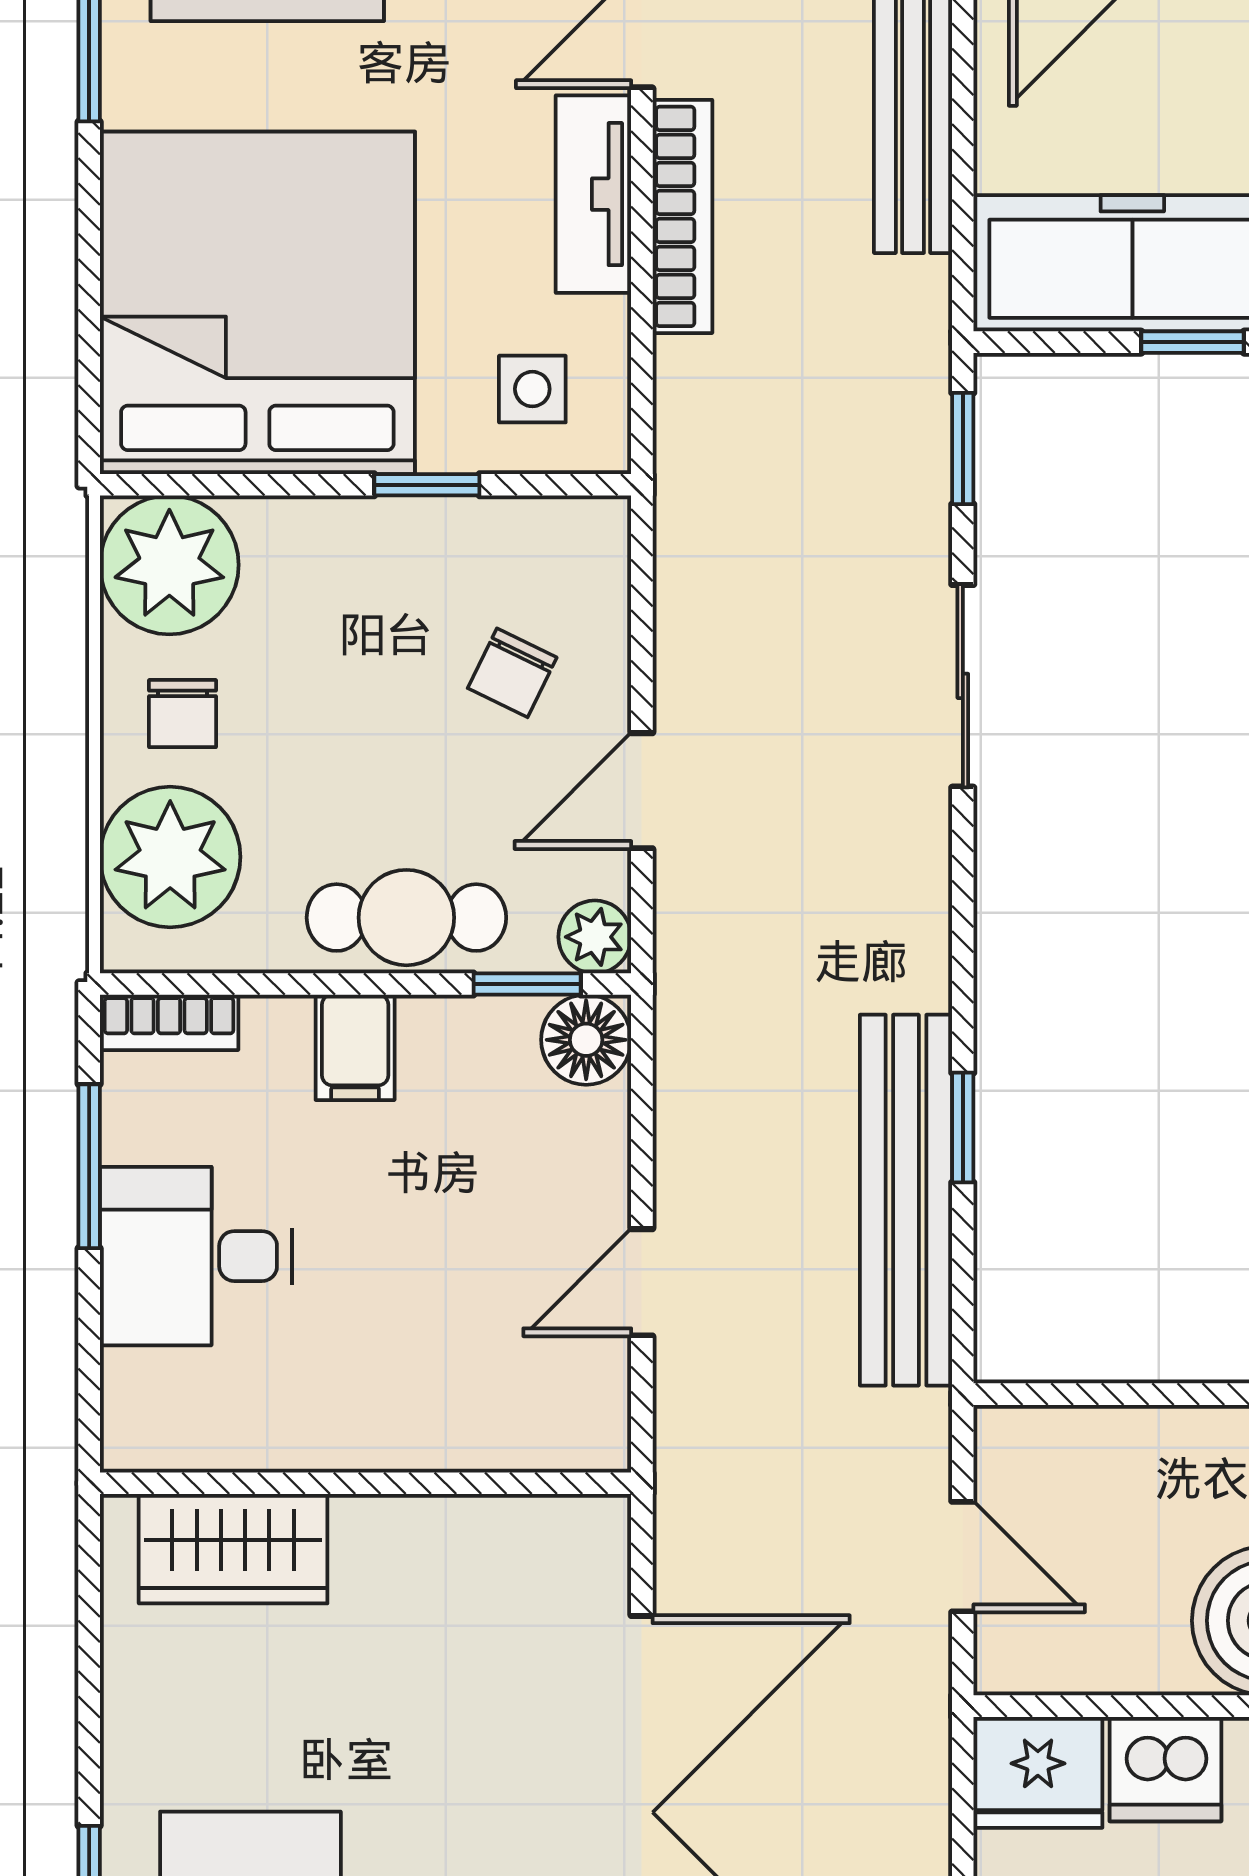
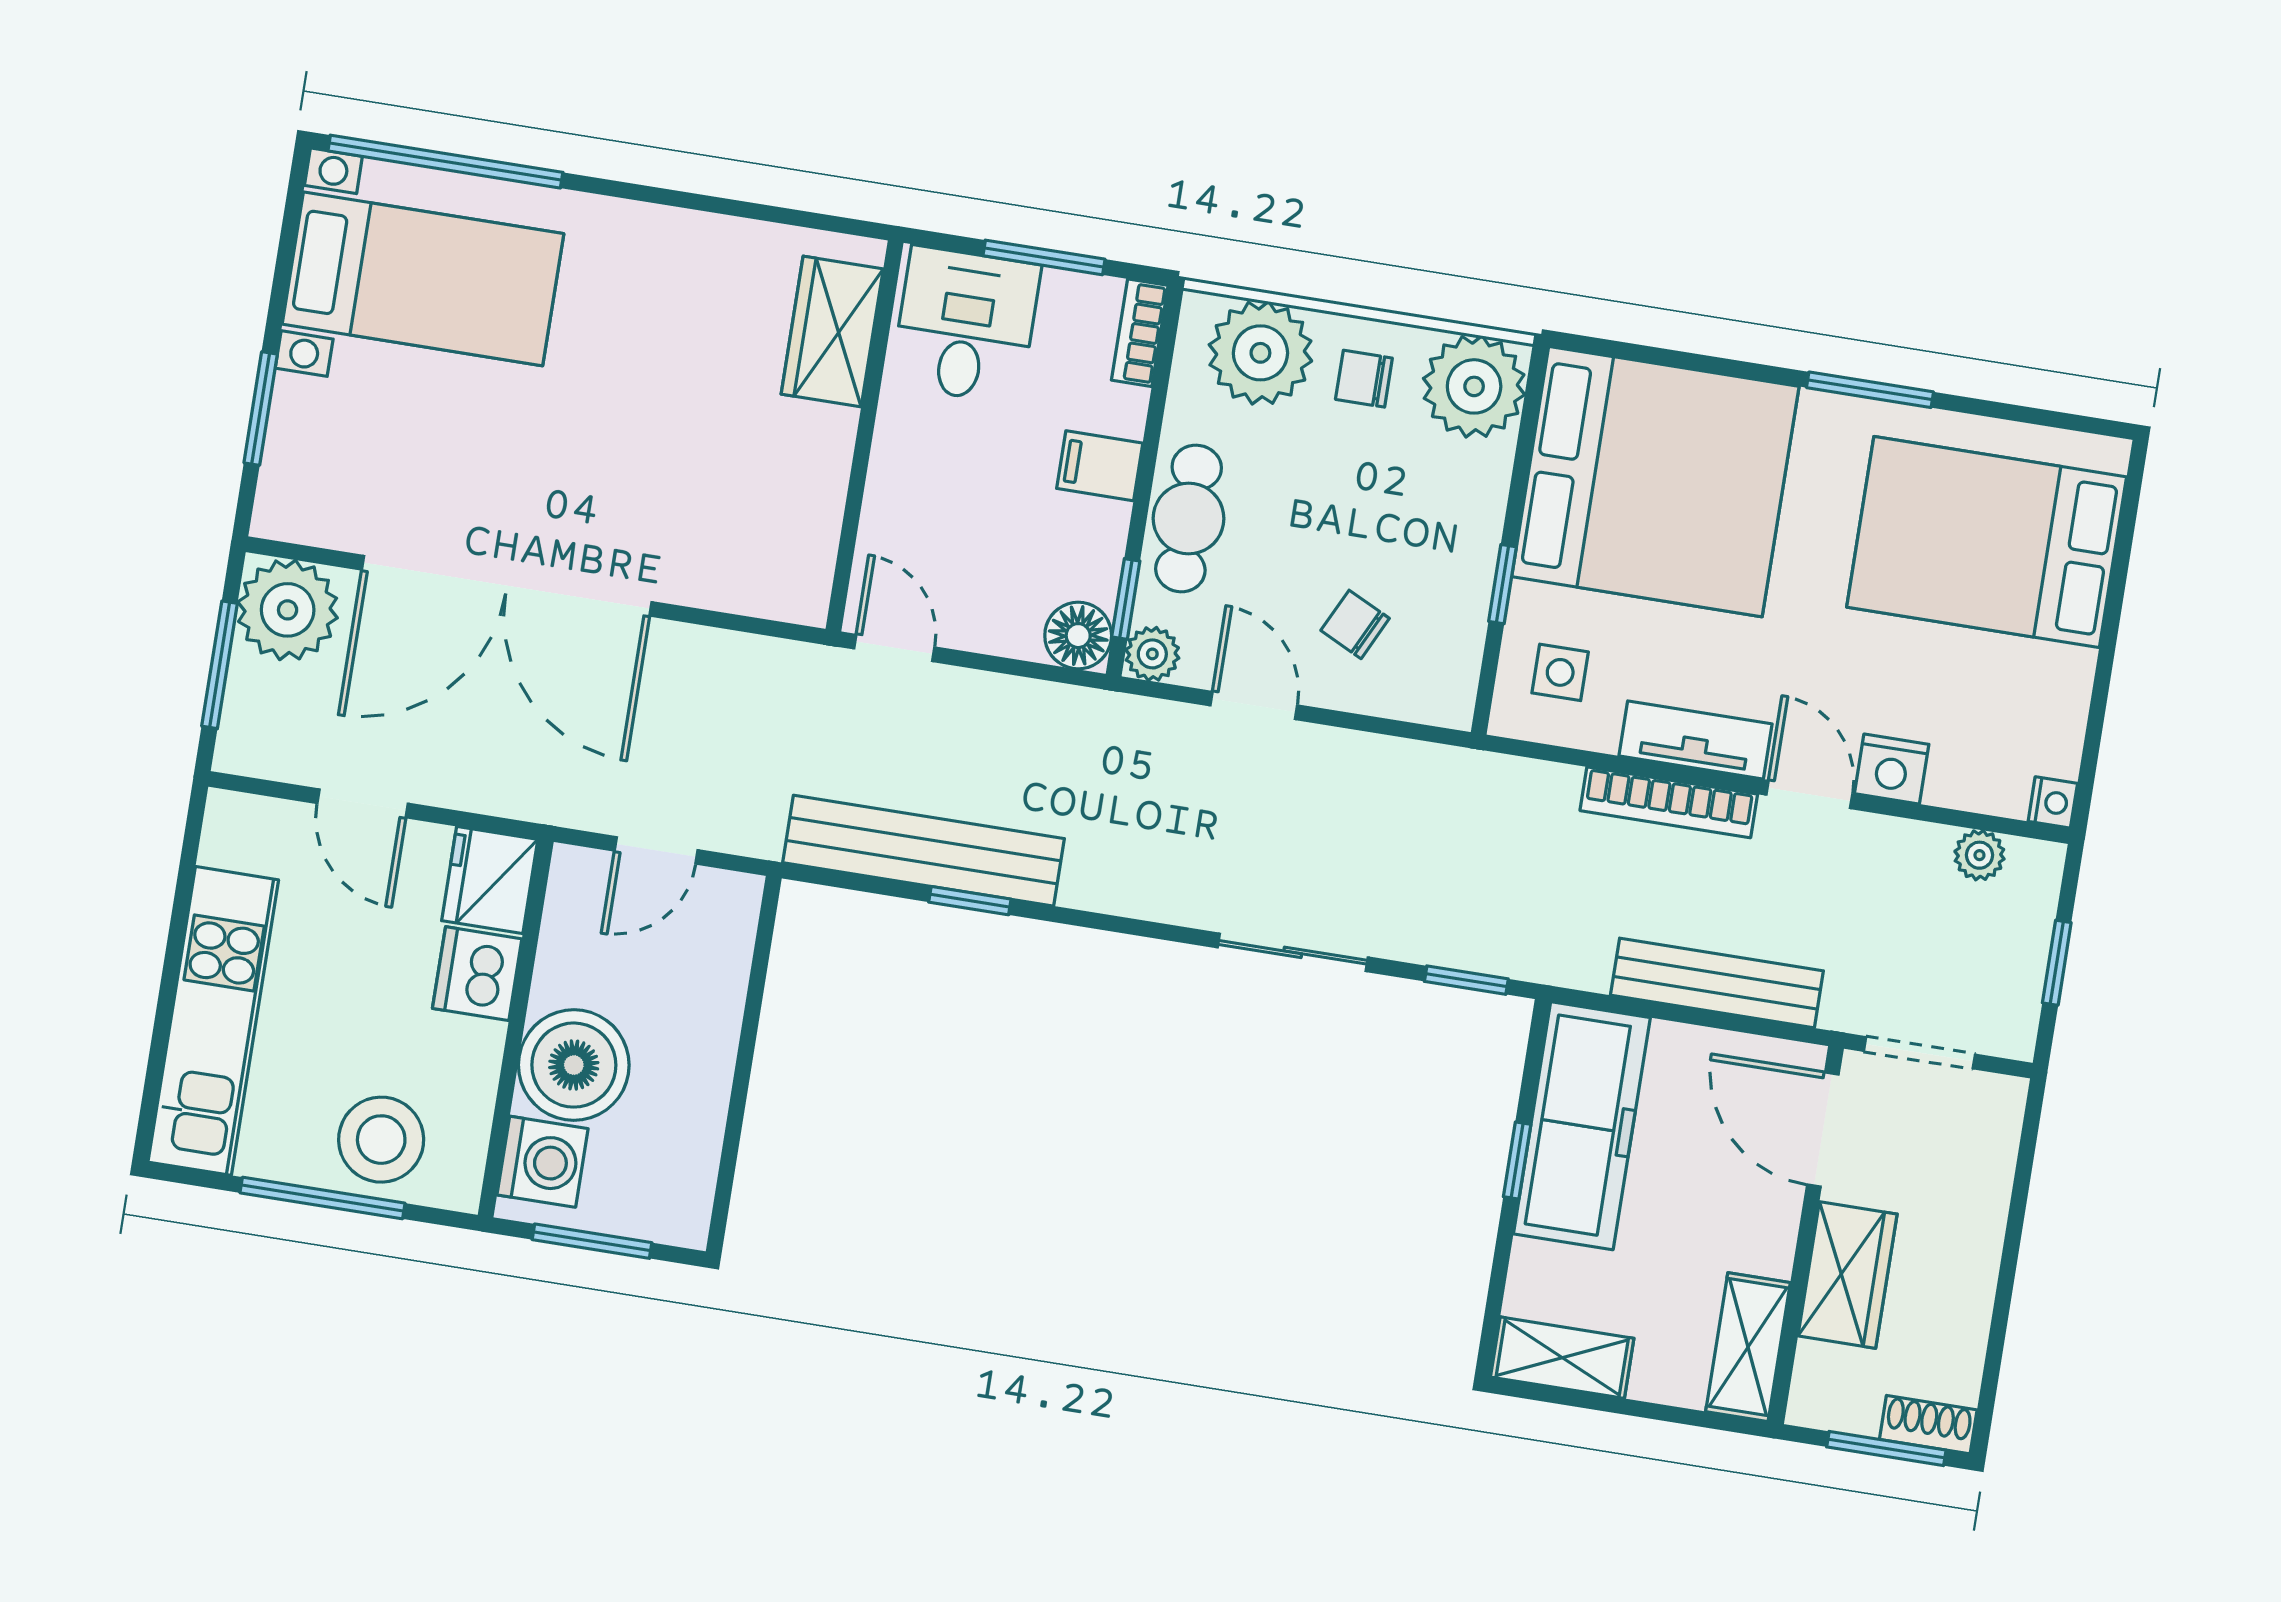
wall: (366, 1483) -> (865, 436), moved
wardrobe: (233, 1549) -> (832, 331), moved

